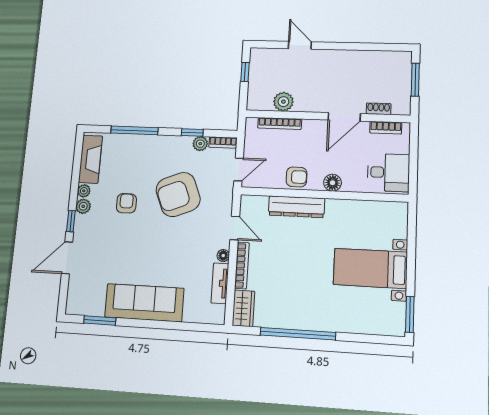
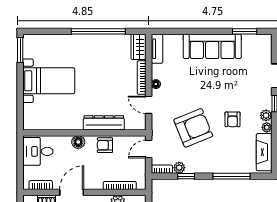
tv unit: (220, 283) -> (157, 49), moved

